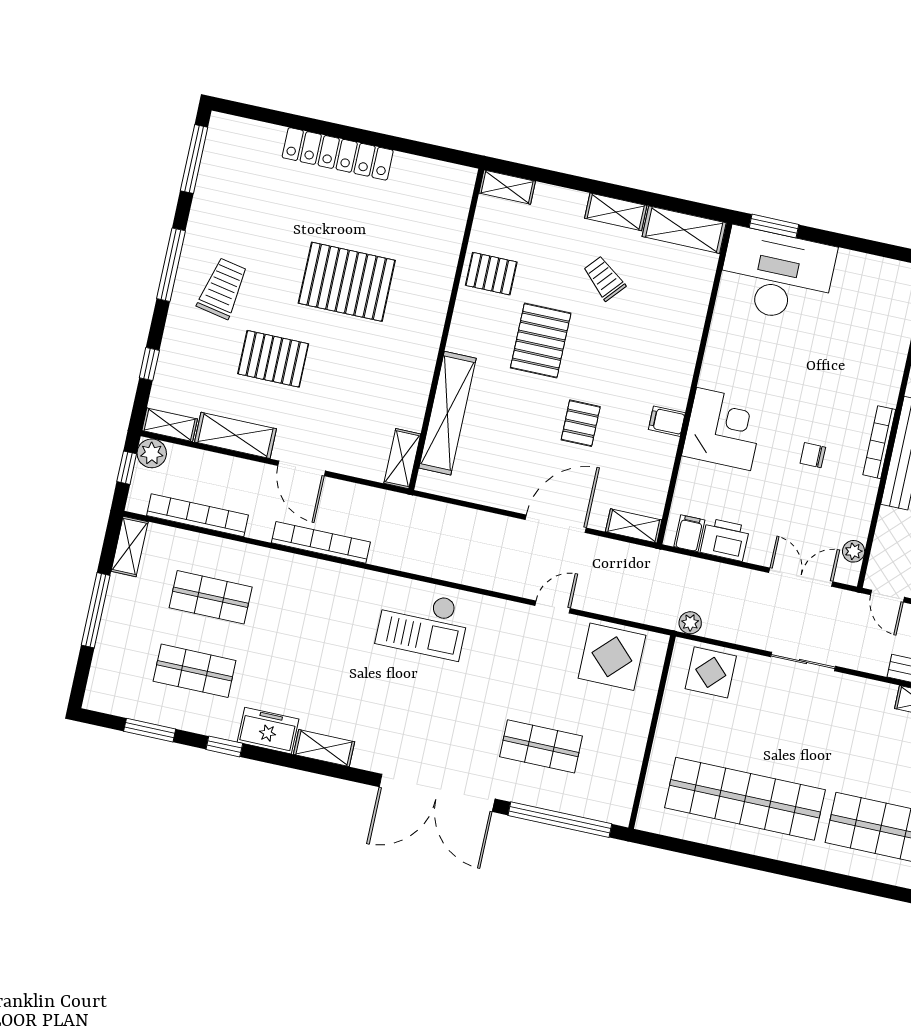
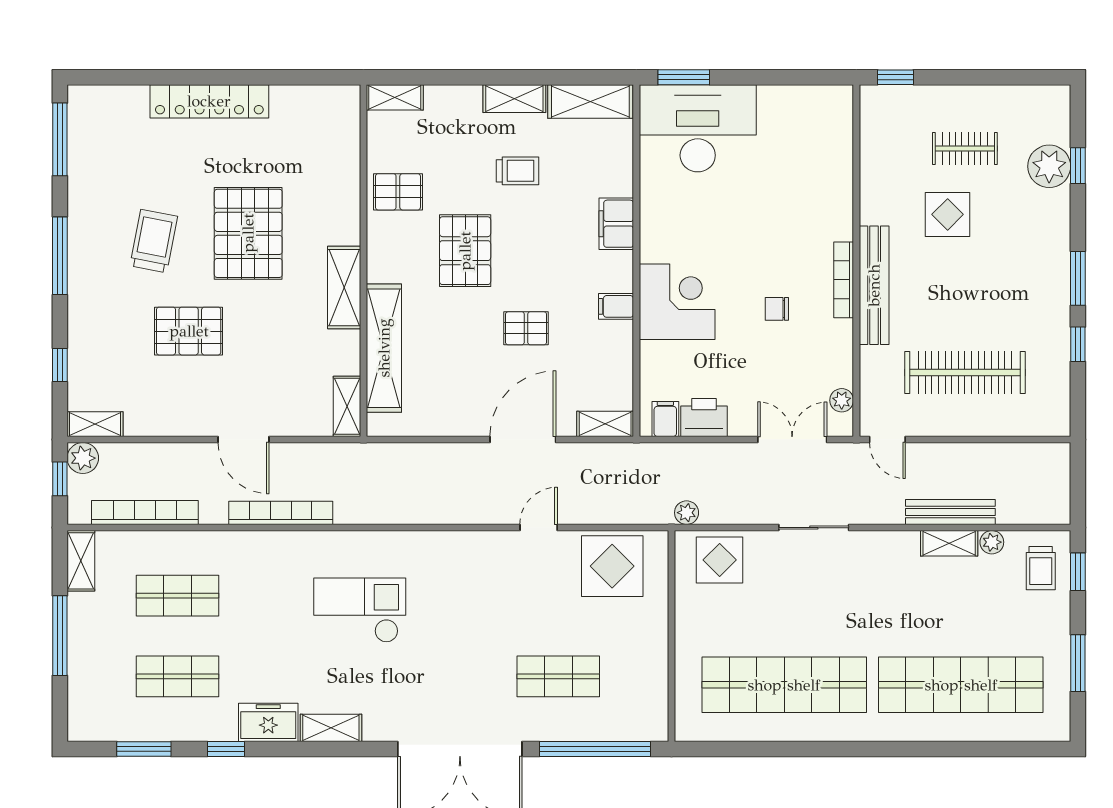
trolley: (604, 278) -> (518, 171), turned 139
pallet: (347, 282) -> (248, 233), turned 90
trolley: (223, 288) -> (154, 241), moved
filing cabinet: (683, 346) -> (616, 224), added
pallet: (581, 423) -> (526, 328), turned 90
shelving: (235, 435) -> (344, 288), moved, turned 90
checkout: (423, 623) -> (360, 610), moved, turned 180

